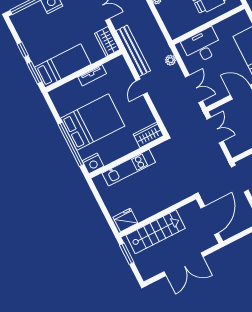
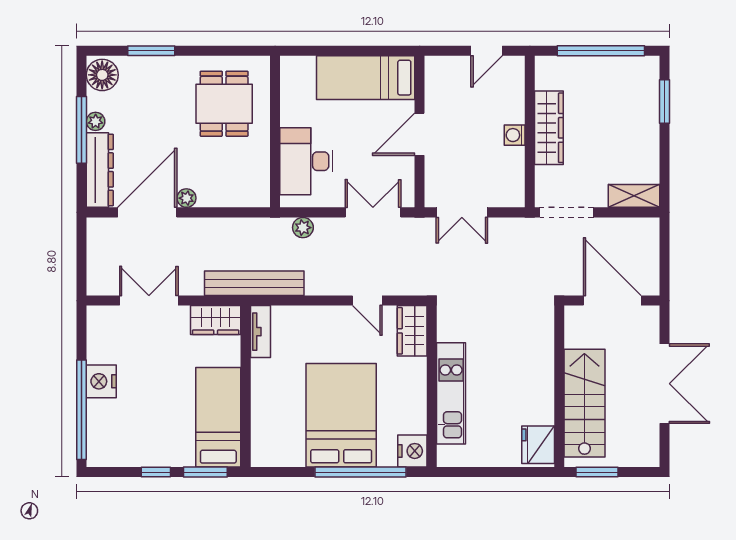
tv unit: (92, 75) -> (261, 332), moved
door: (142, 87) -> (367, 301), moved
double door: (215, 130) -> (462, 212), swing flipped

